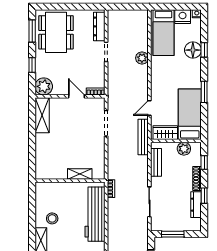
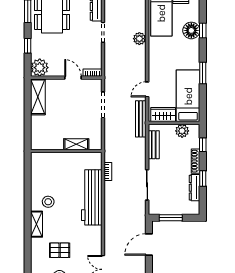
shelving: (80, 174) -> (76, 144), moved
wall: (70, 181) -> (66, 151), moved

